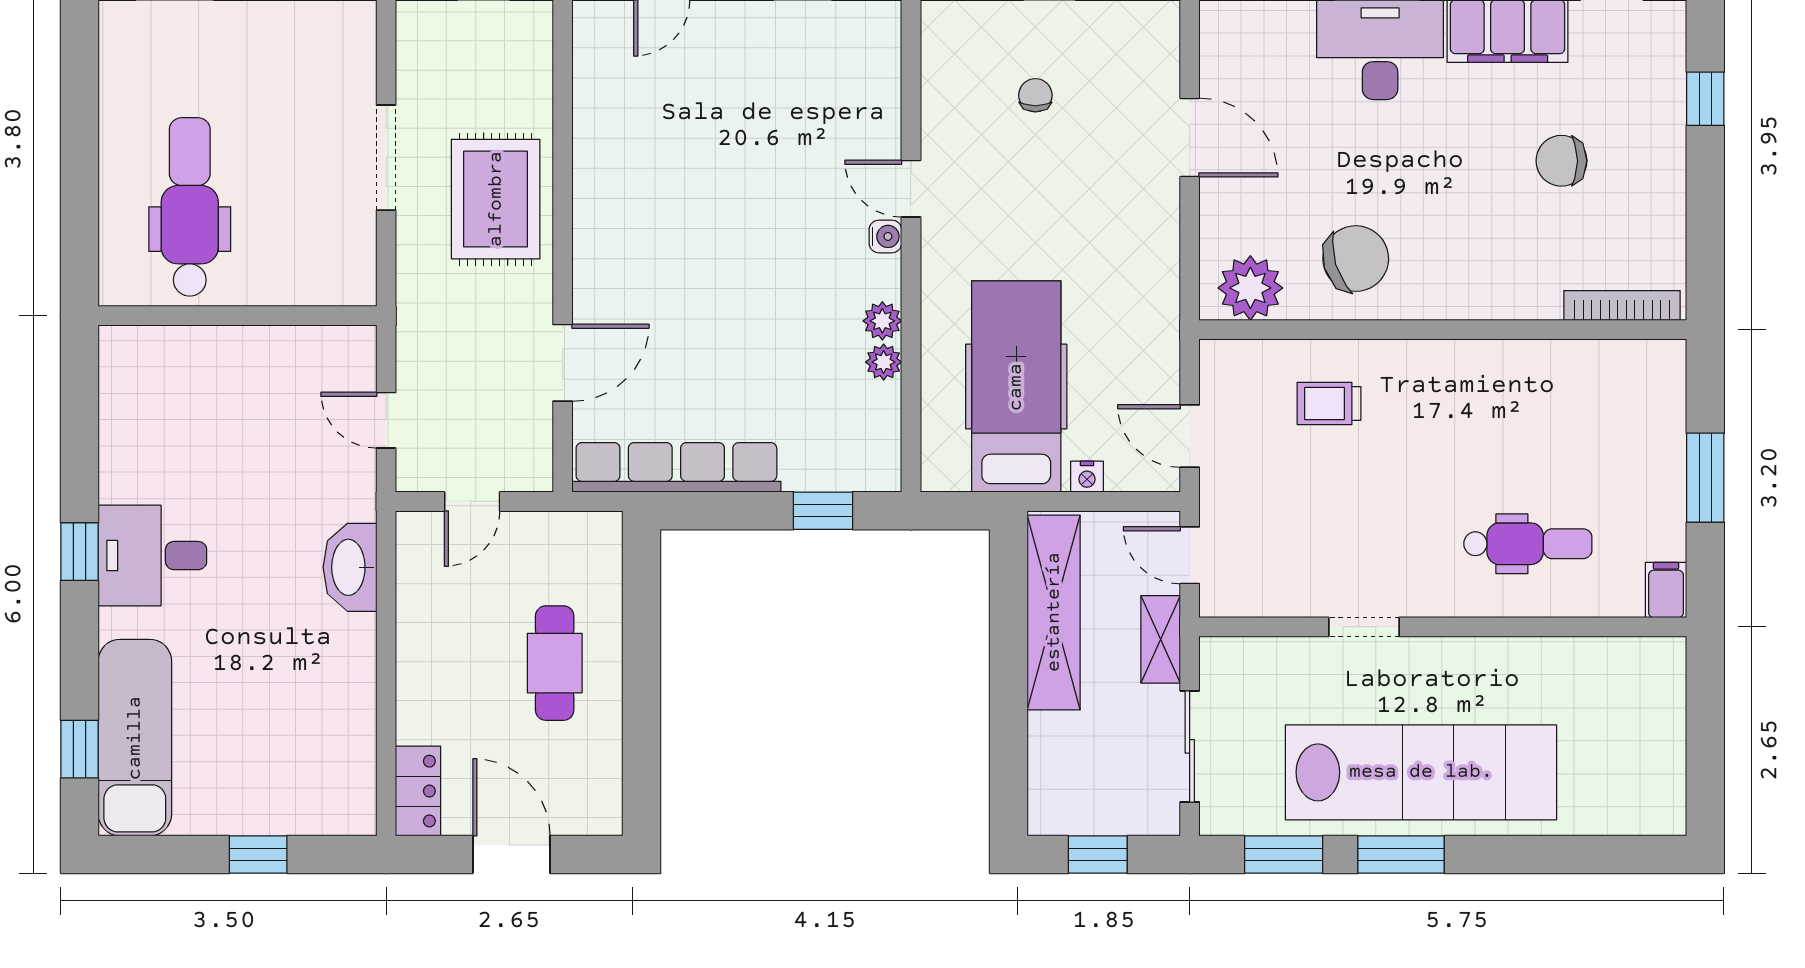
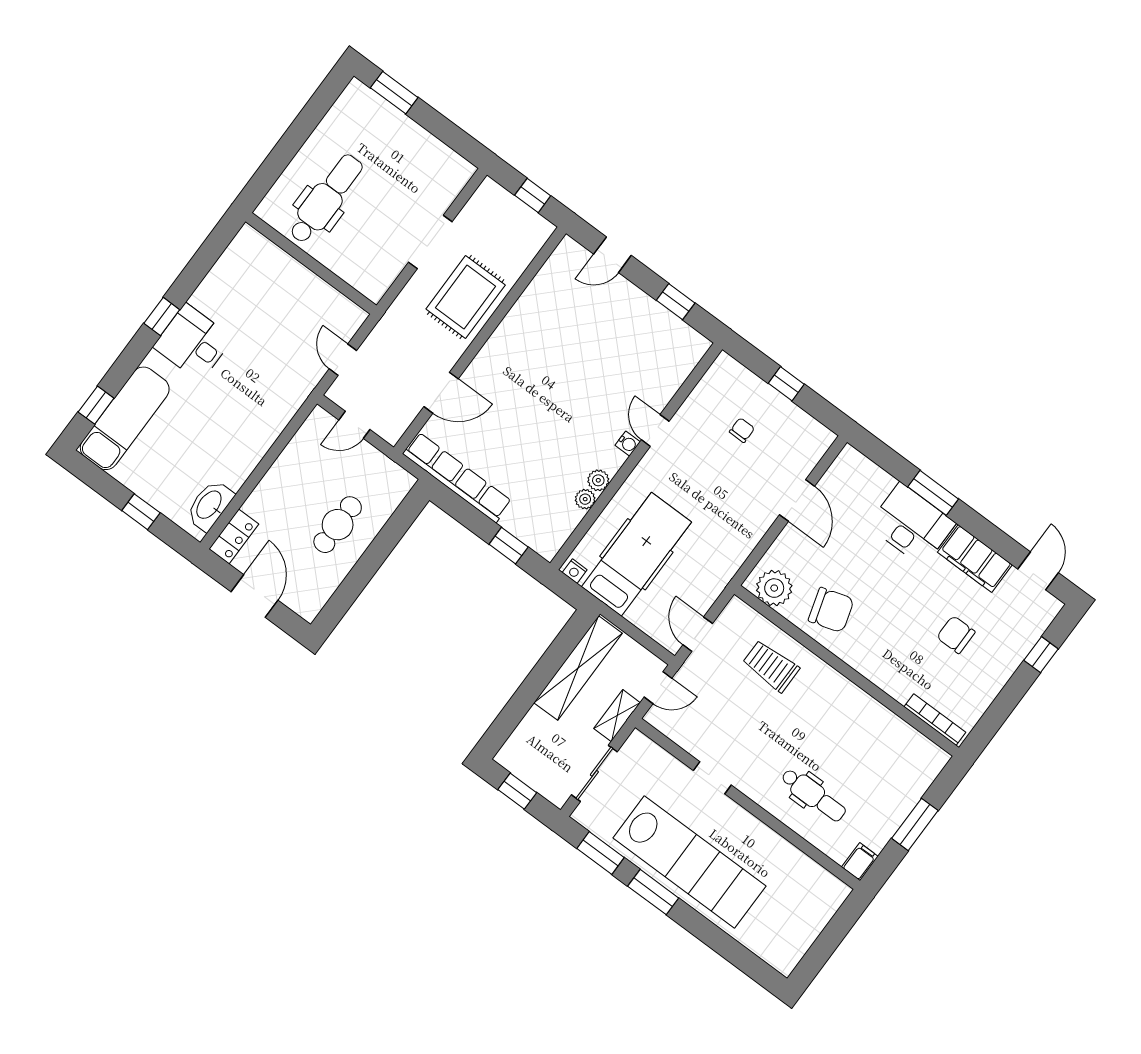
trolley: (1329, 403) -> (771, 666), width x1.36, depth x1.39
nightstand: (1087, 477) -> (575, 571), moved
door: (1190, 555) -> (658, 688), swing flipped
washbasin: (350, 567) -> (210, 505), moved

